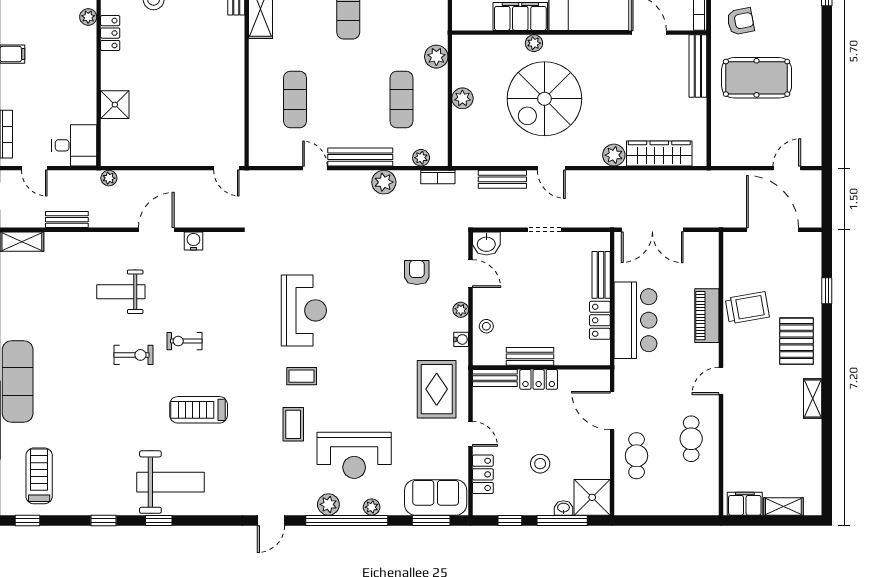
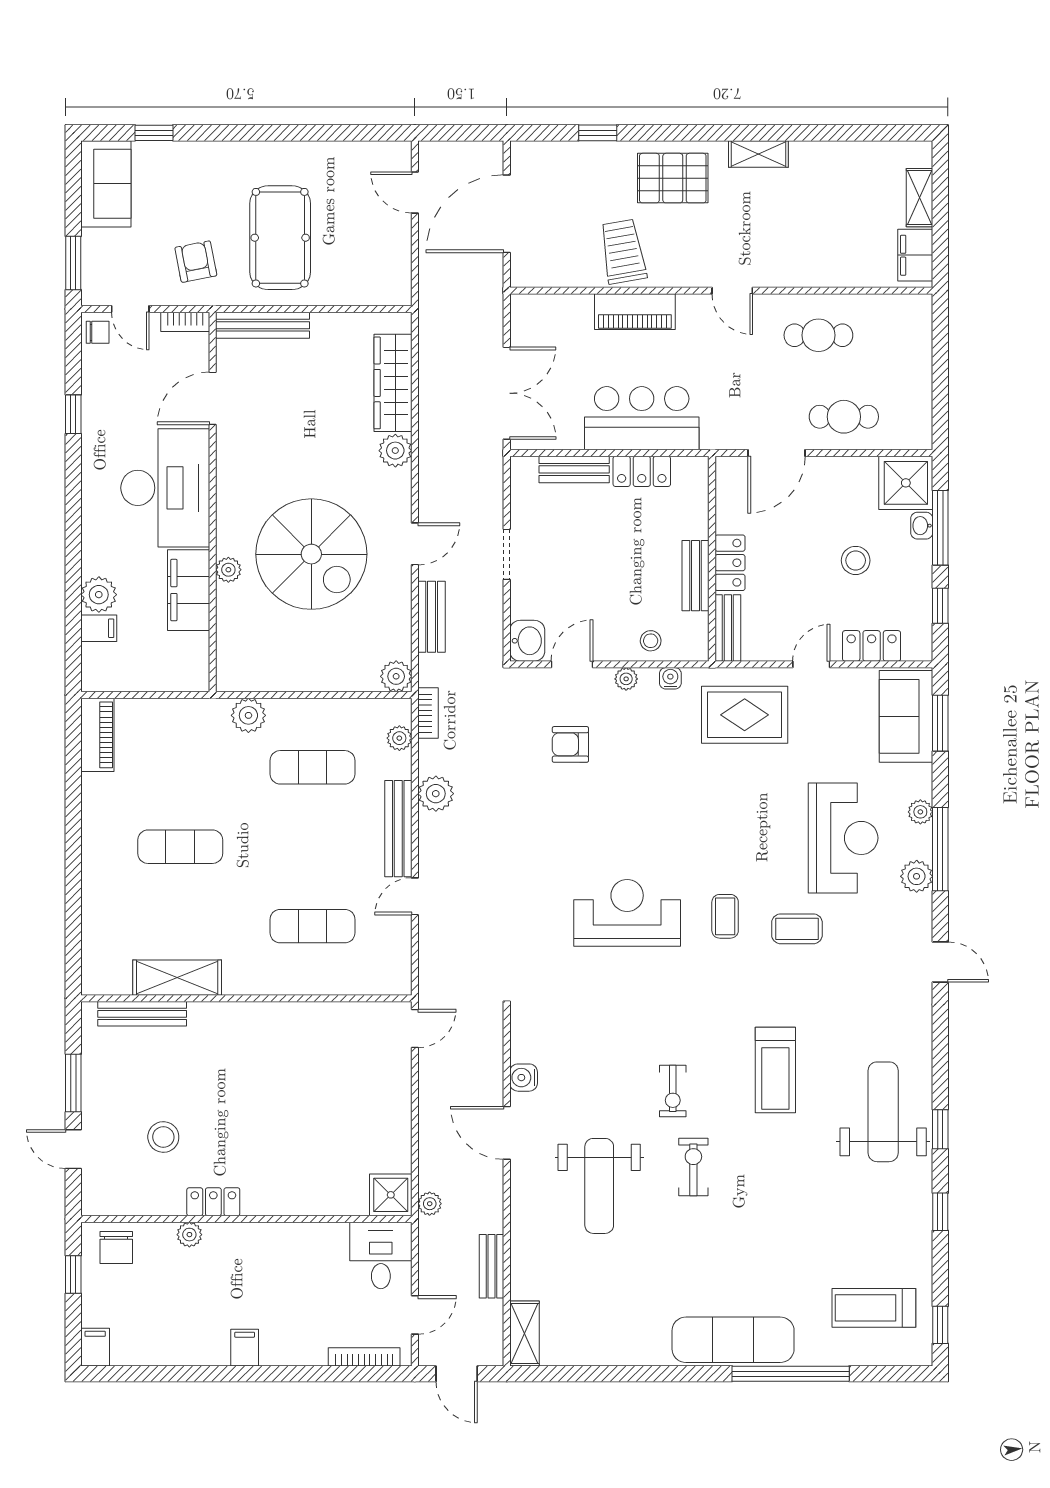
plant: (462, 98) -> (396, 676), moved
shower: (115, 105) -> (391, 1195), moved
weight bench: (121, 292) -> (599, 1186), width x1.36, depth x1.33
window: (347, 520) -> (940, 849), width x0.68

